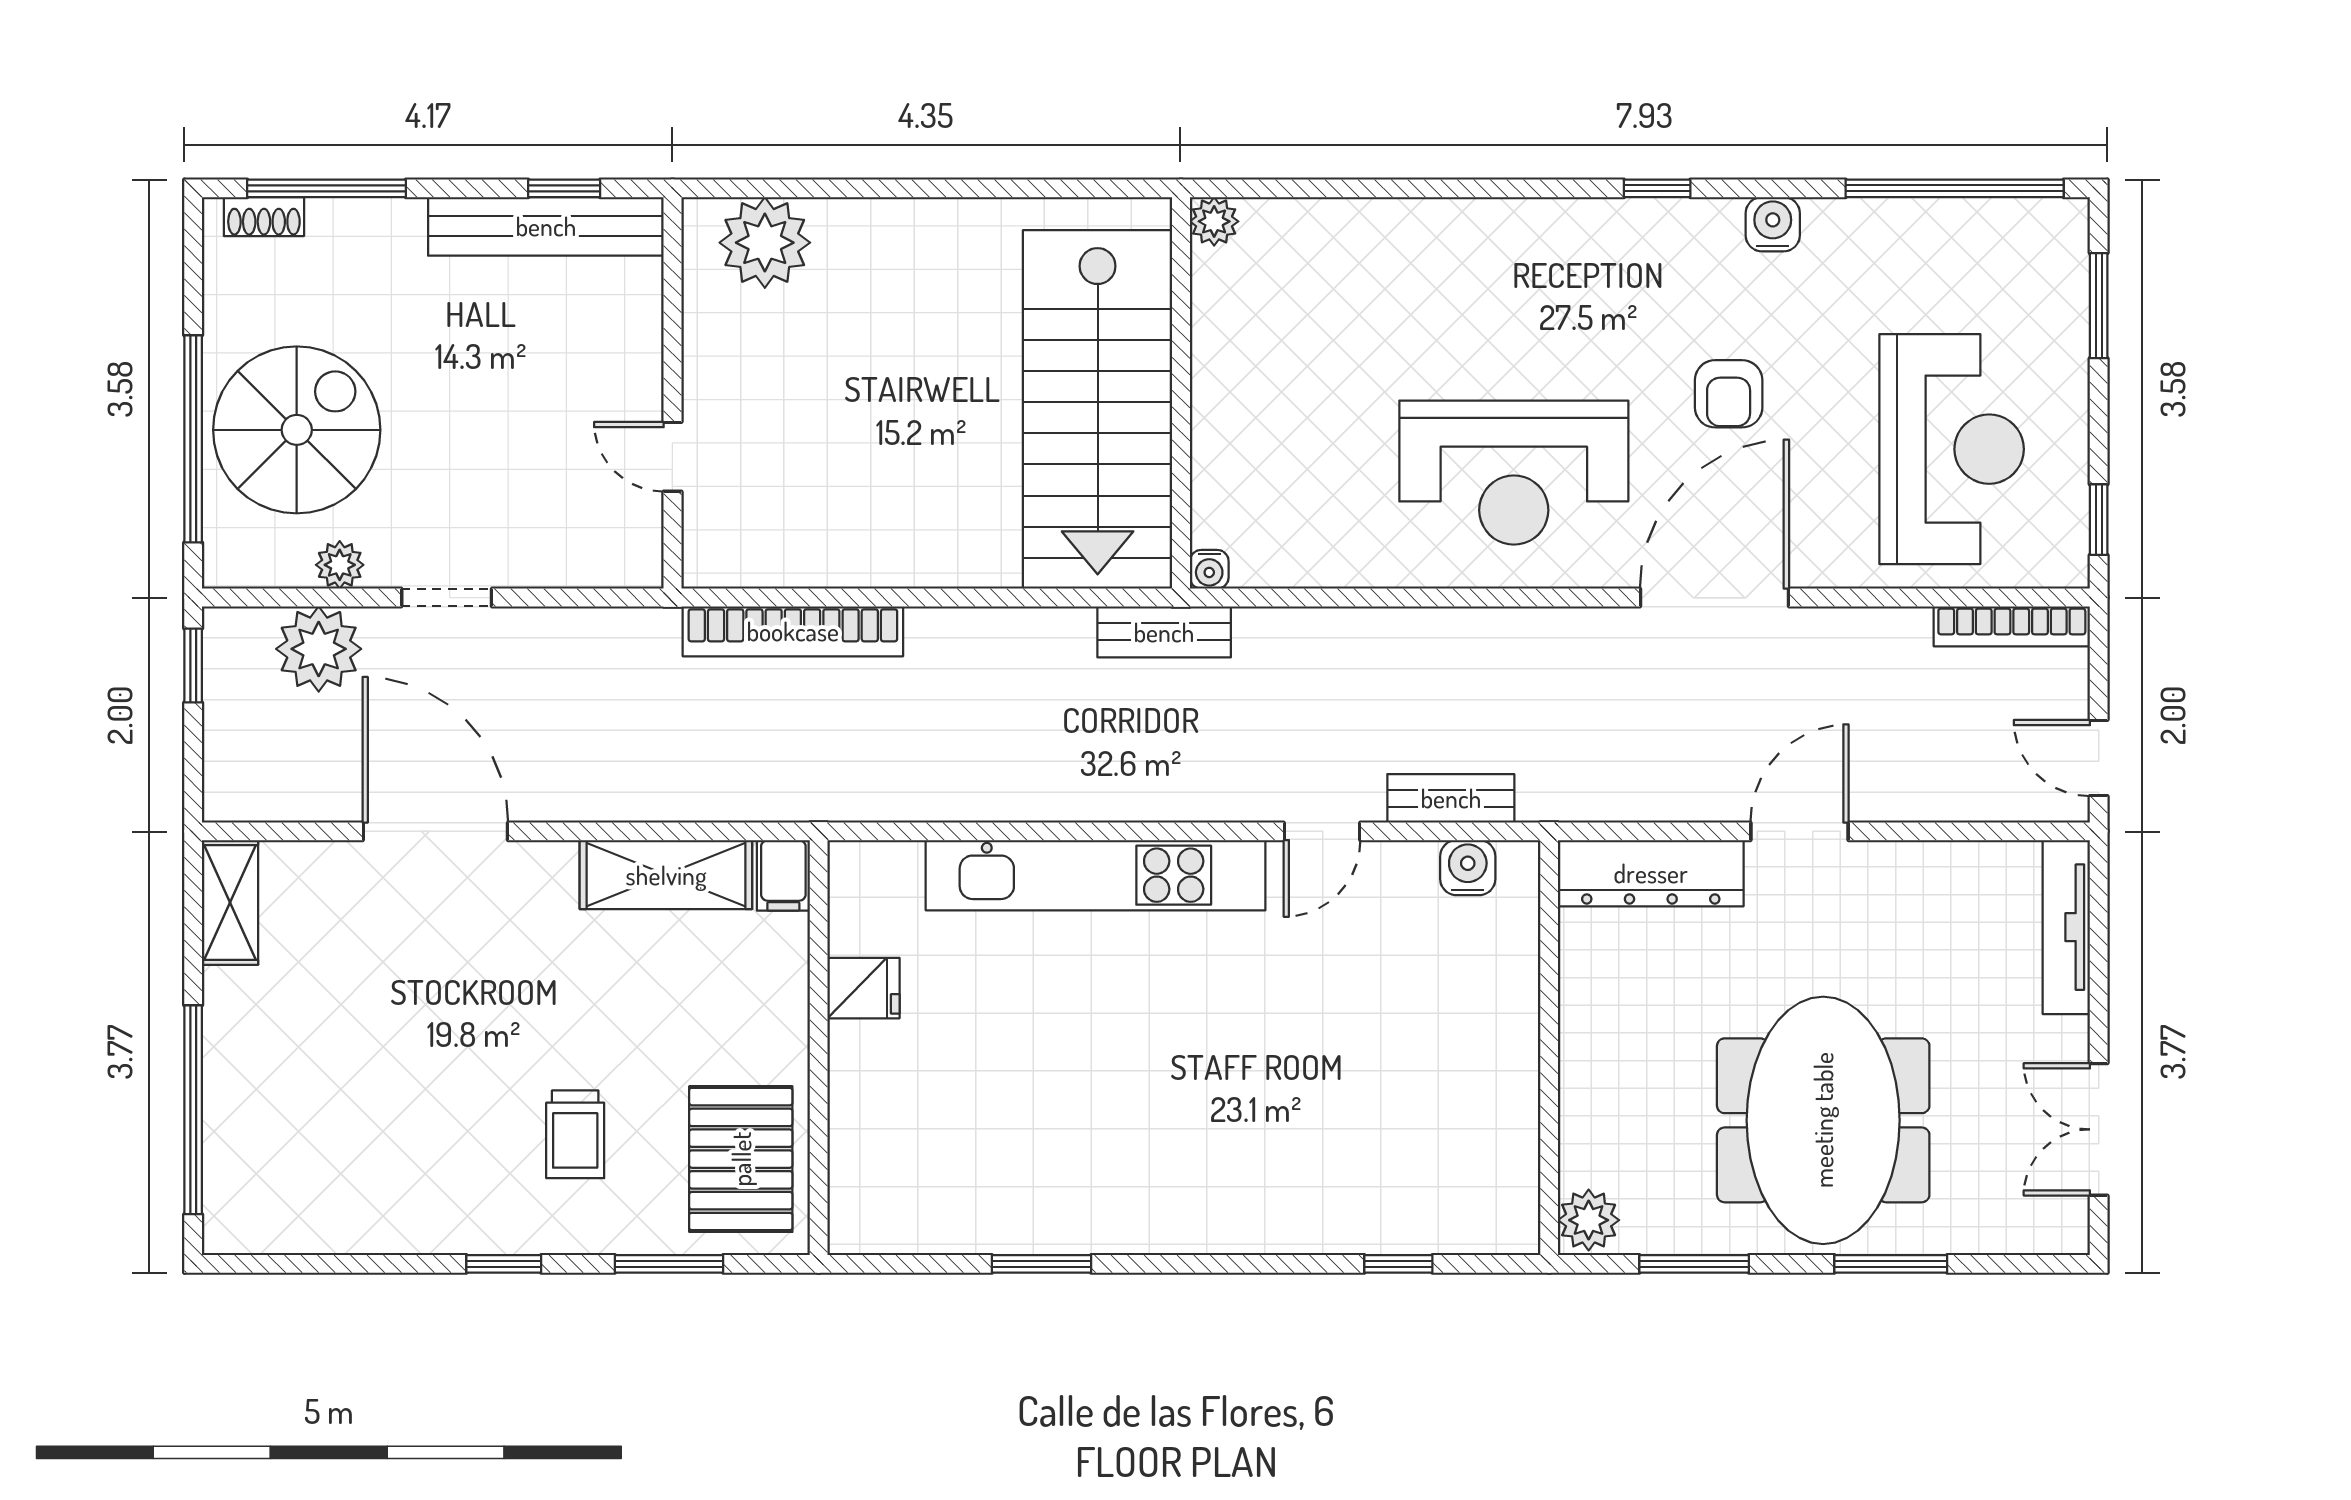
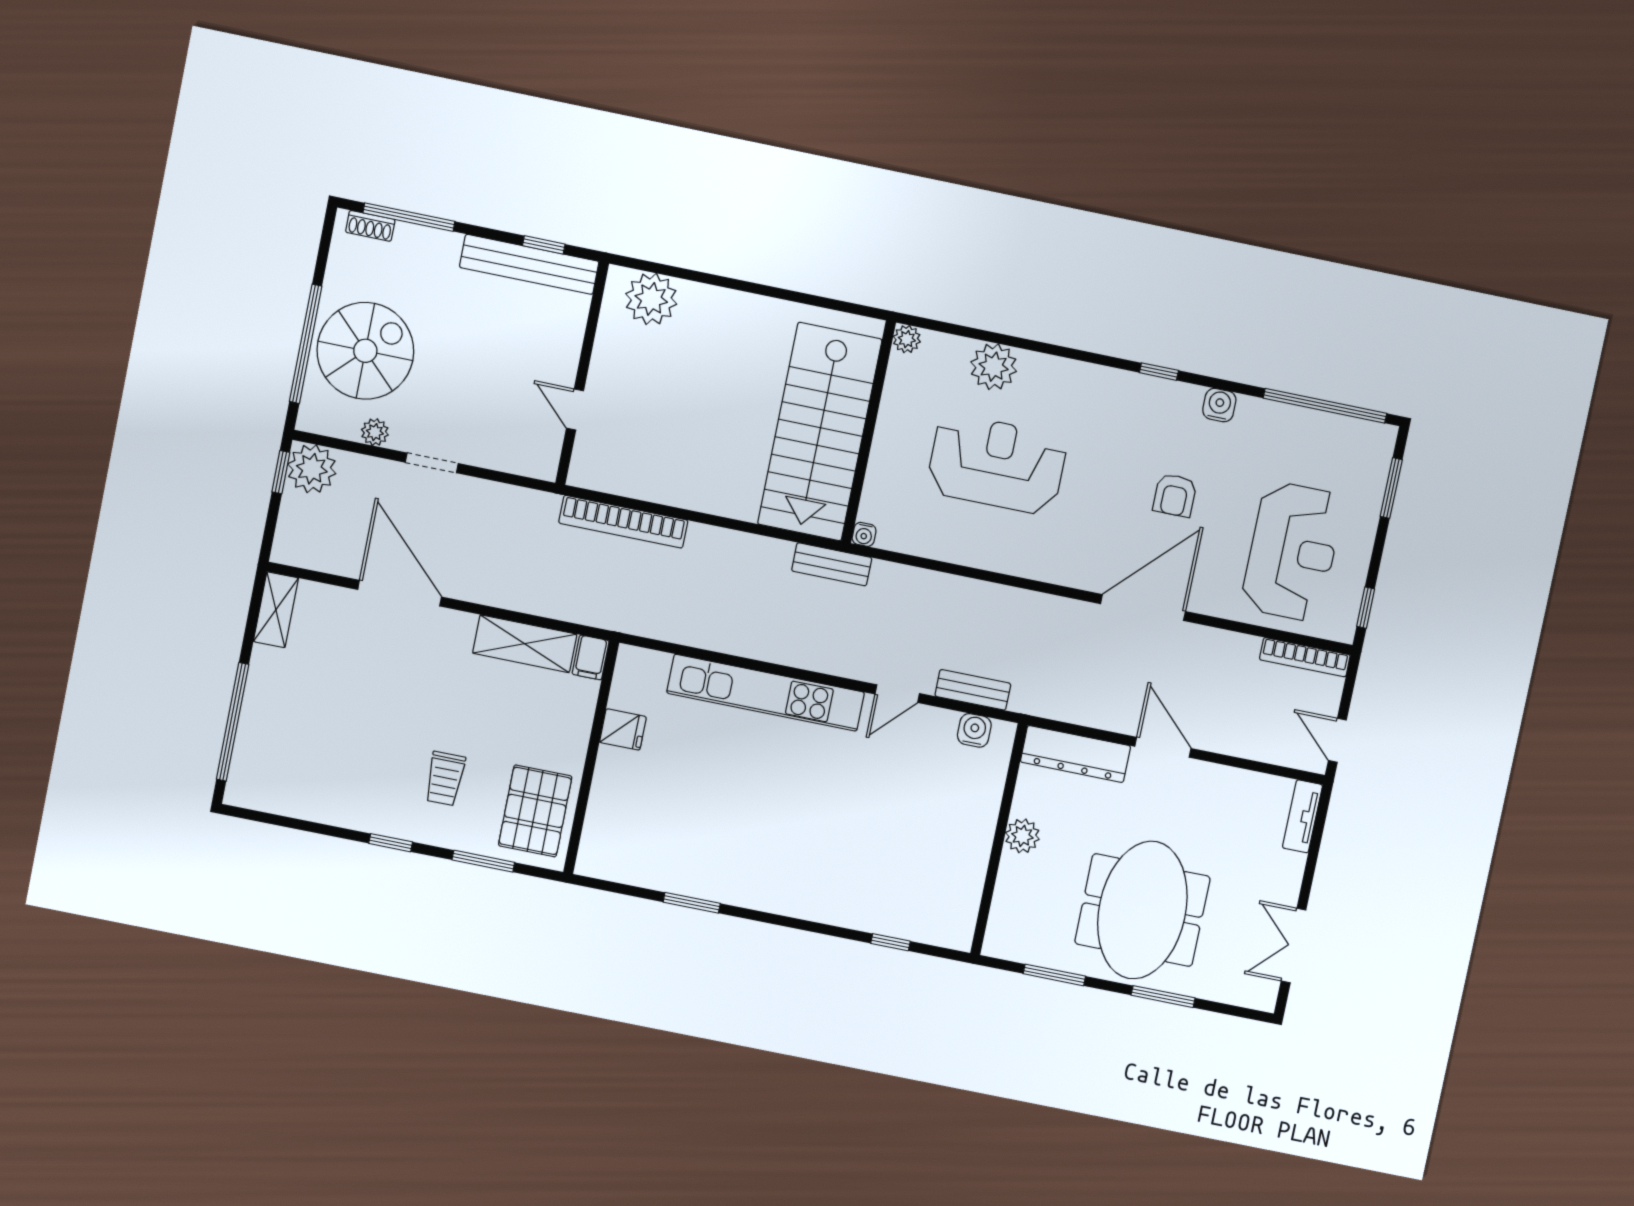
plant: (1372, 238) -> (994, 367), added
reception desk: (1514, 473) -> (997, 464), moved, turned 180
plant: (319, 649) -> (312, 469), moved
door: (1800, 831) -> (1163, 747), hinge flipped
tv unit: (2066, 927) -> (1302, 816), width x0.71
plant: (1589, 1220) -> (1022, 836), moved

